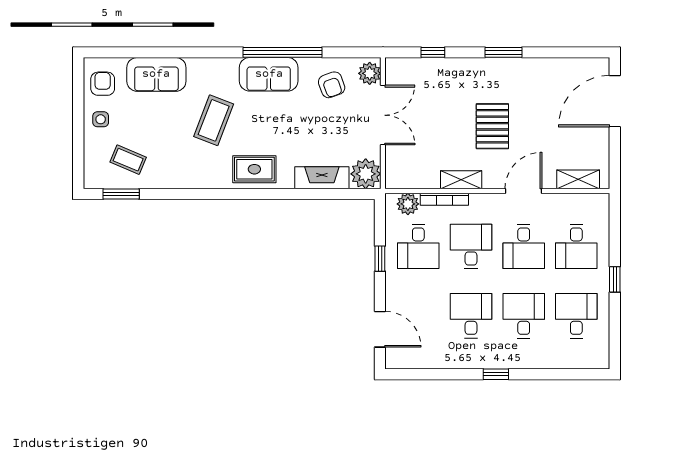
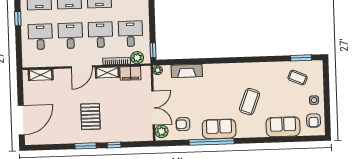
window: (433, 52) -> (114, 145), moved
armchair: (332, 85) -> (183, 124), turned -70
double door: (383, 115) -> (153, 108), swing flipped
pallet: (492, 126) -> (90, 117), moved
rug: (254, 169) -> (225, 75), removed
plant: (366, 174) -> (158, 70), width x0.53, depth x0.53
filing cabinet: (421, 177) -> (130, 73), added
door: (523, 191) -> (82, 67), moved
desk: (471, 246) -> (100, 35), turned 180
window: (380, 259) -> (153, 50), moved

